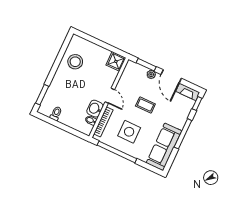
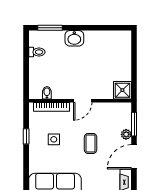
stool: (75, 62) -> (102, 47), removed
washbasin: (95, 109) -> (74, 38), moved, turned 180
side table: (129, 132) -> (54, 139), width x0.54, depth x0.54
window: (117, 152) -> (26, 136), width x0.32

